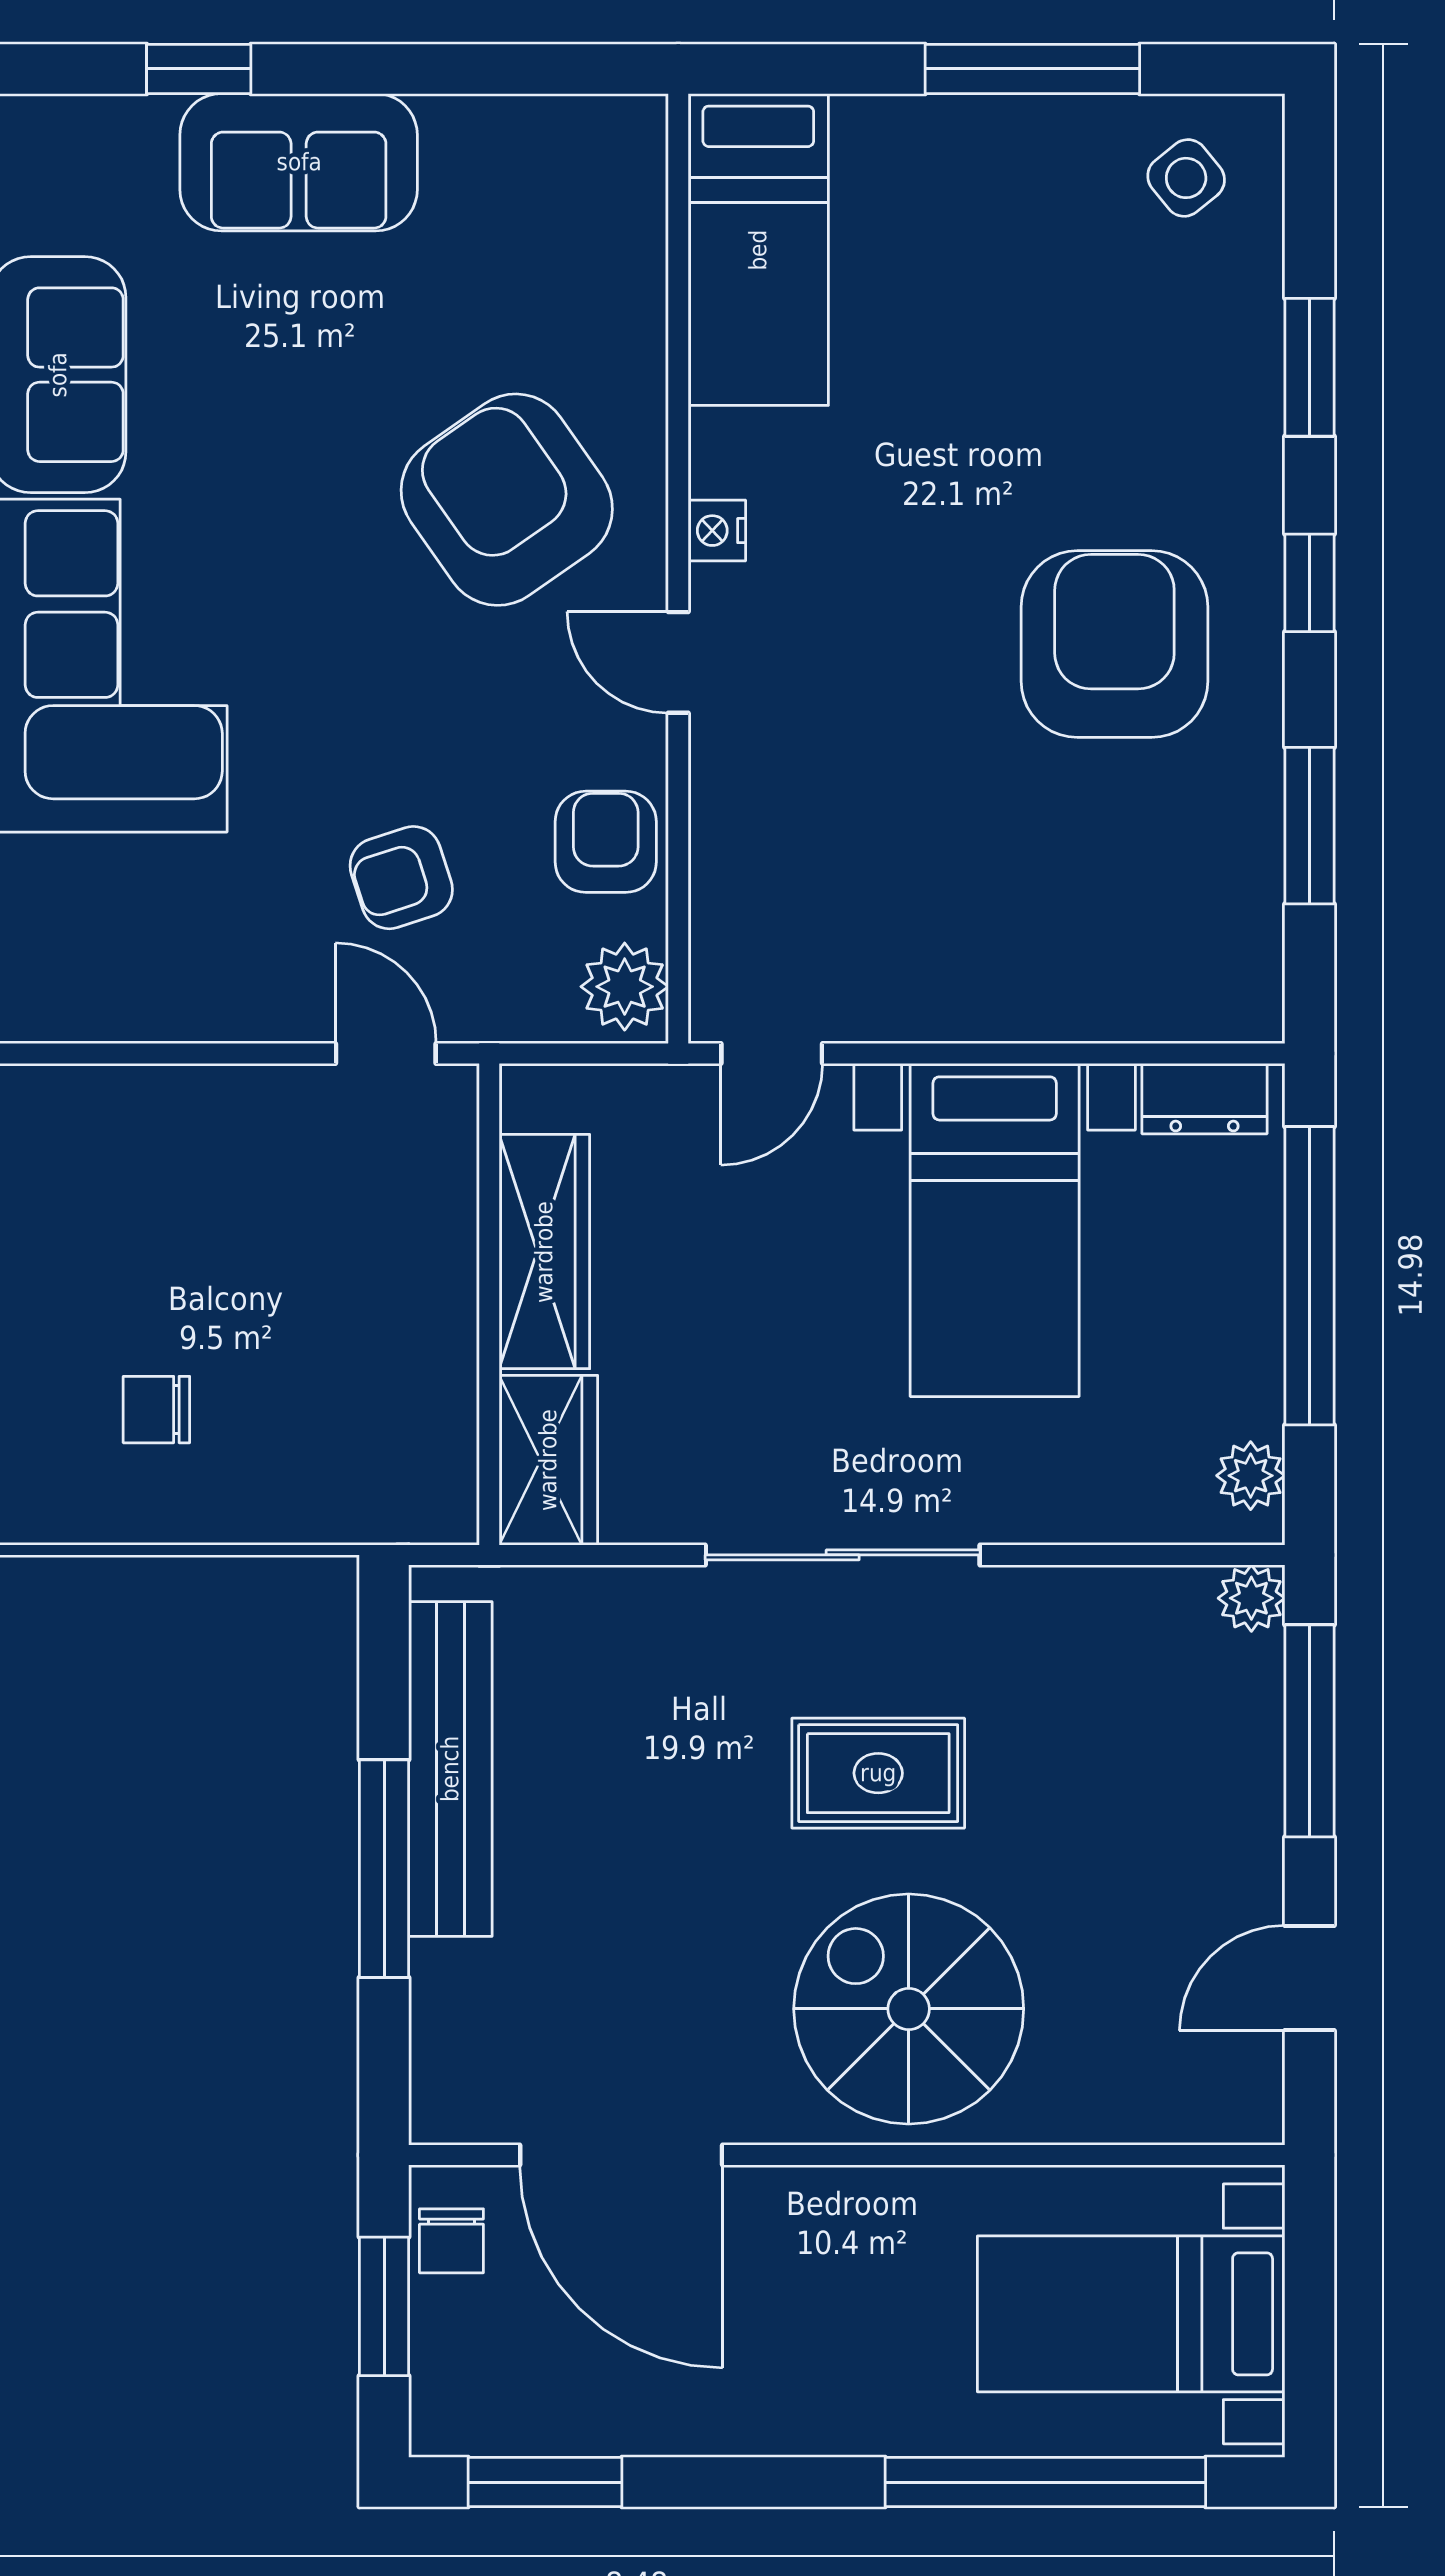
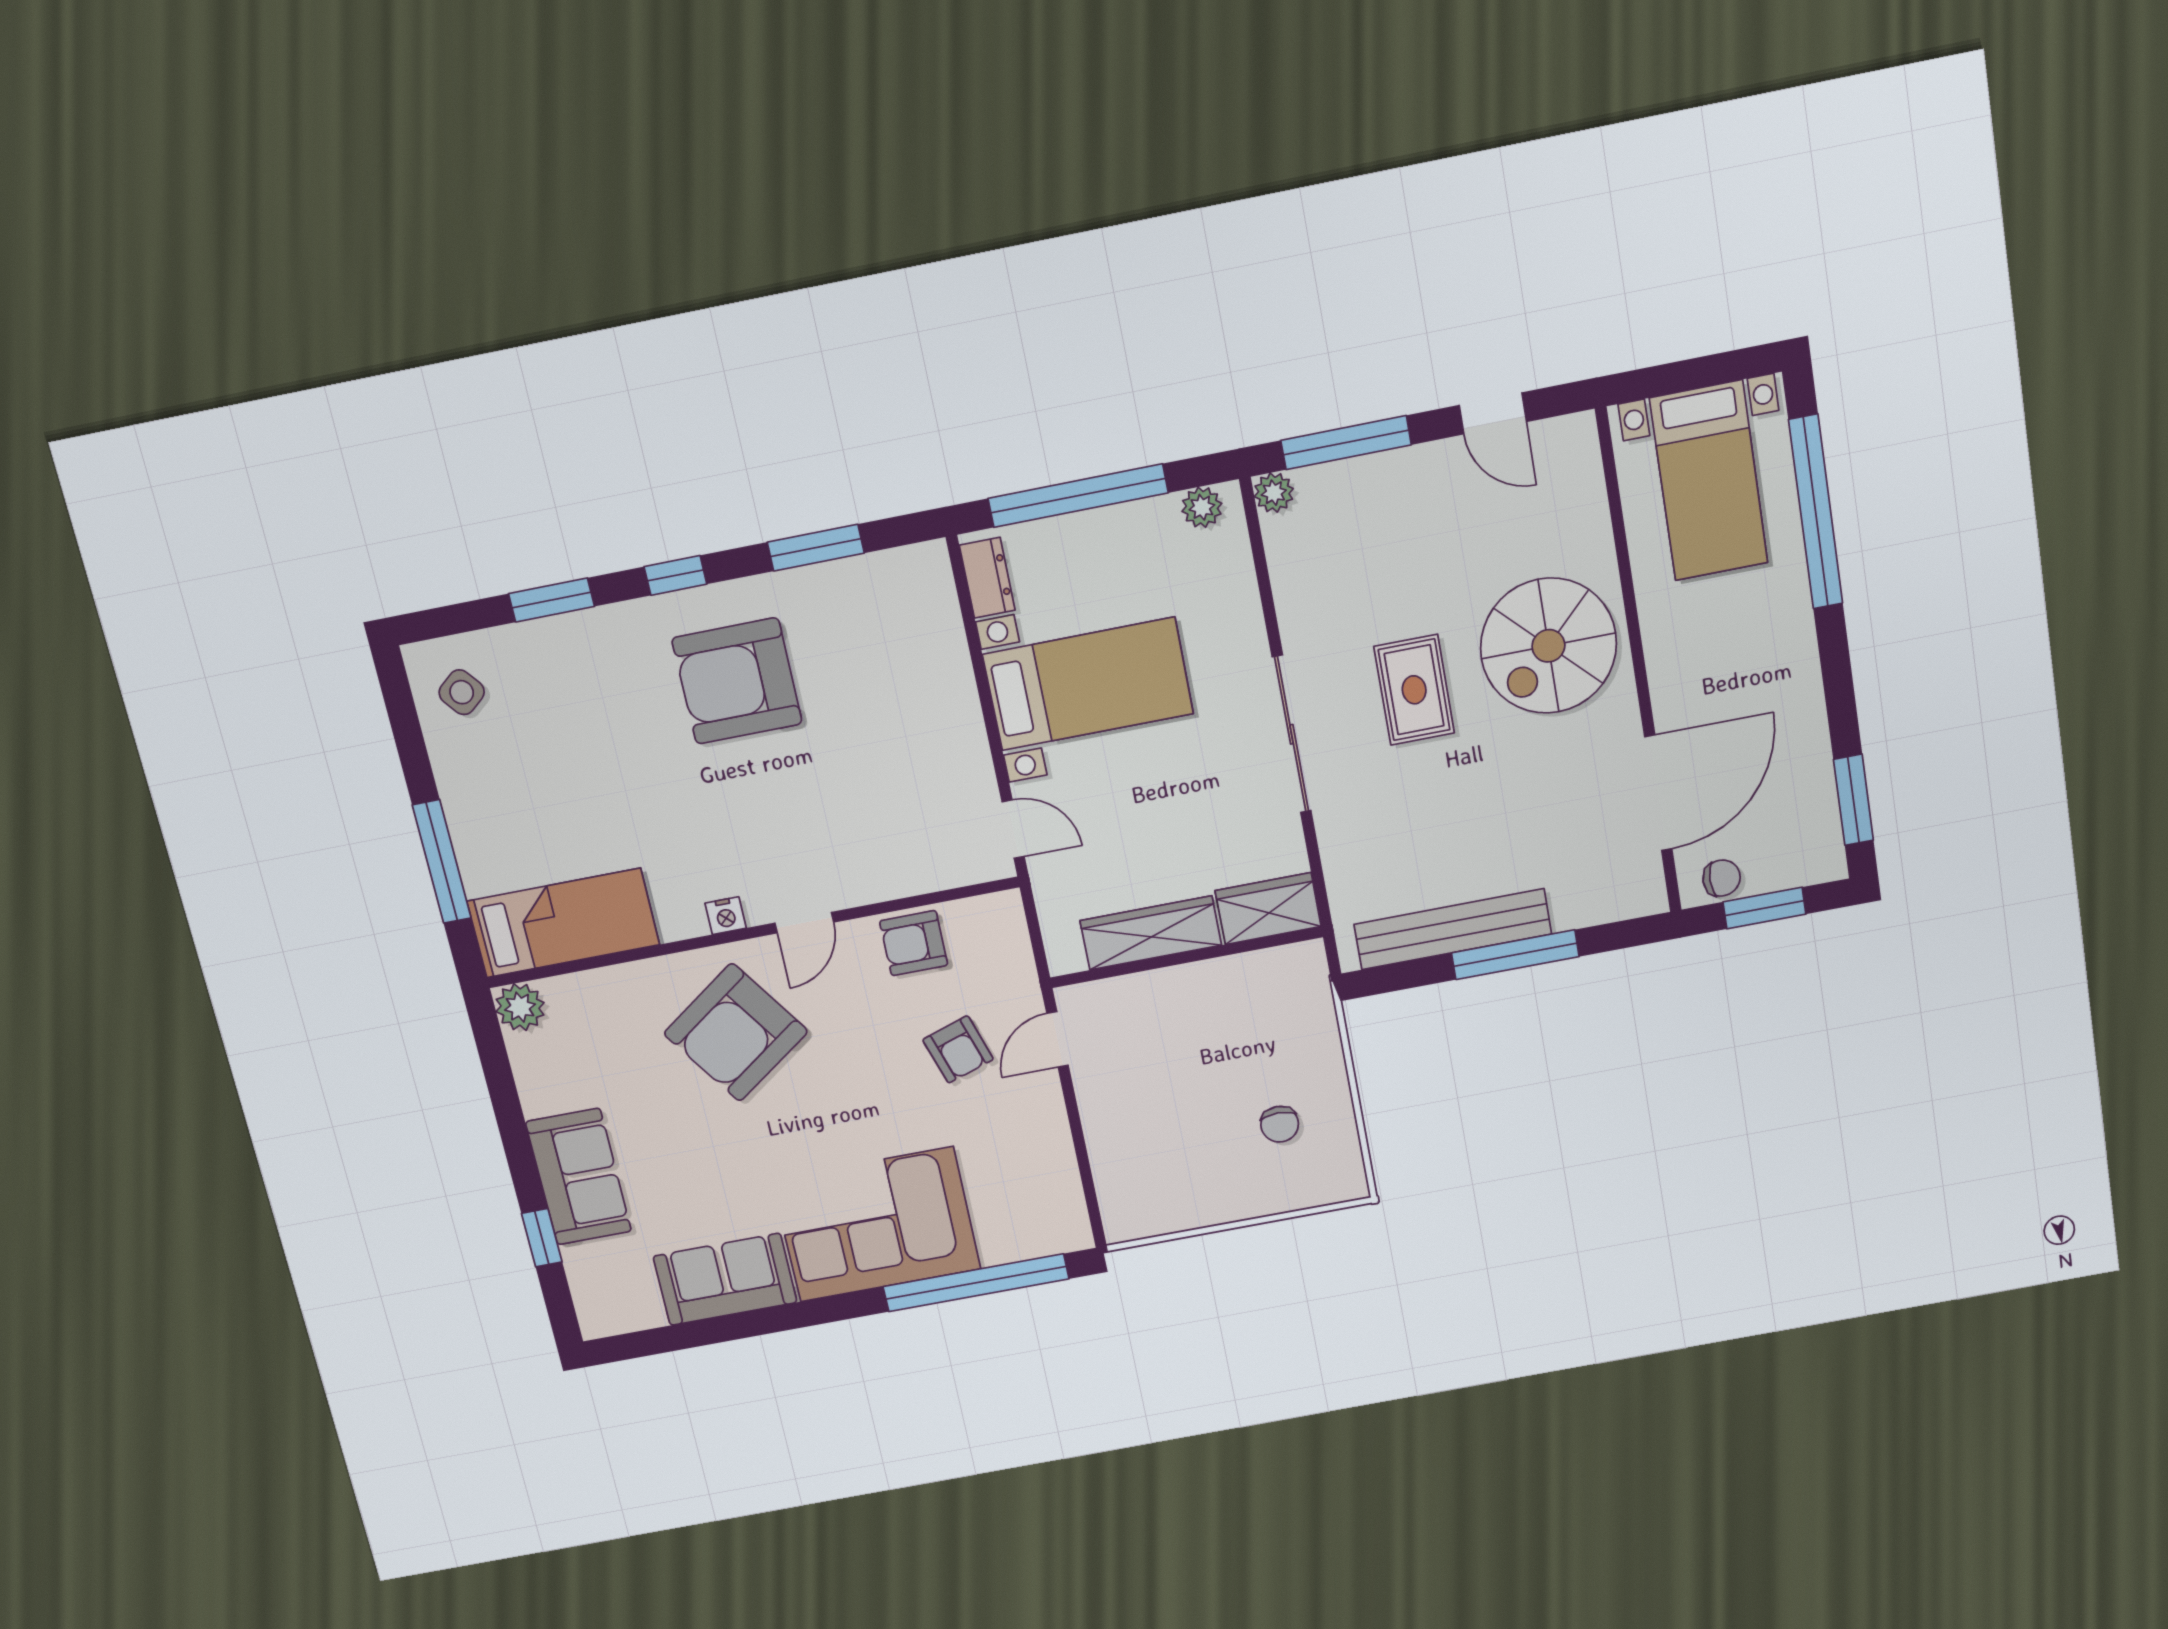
window: (1032, 69) -> (442, 862), moved
plant: (625, 987) -> (520, 1007), moved

